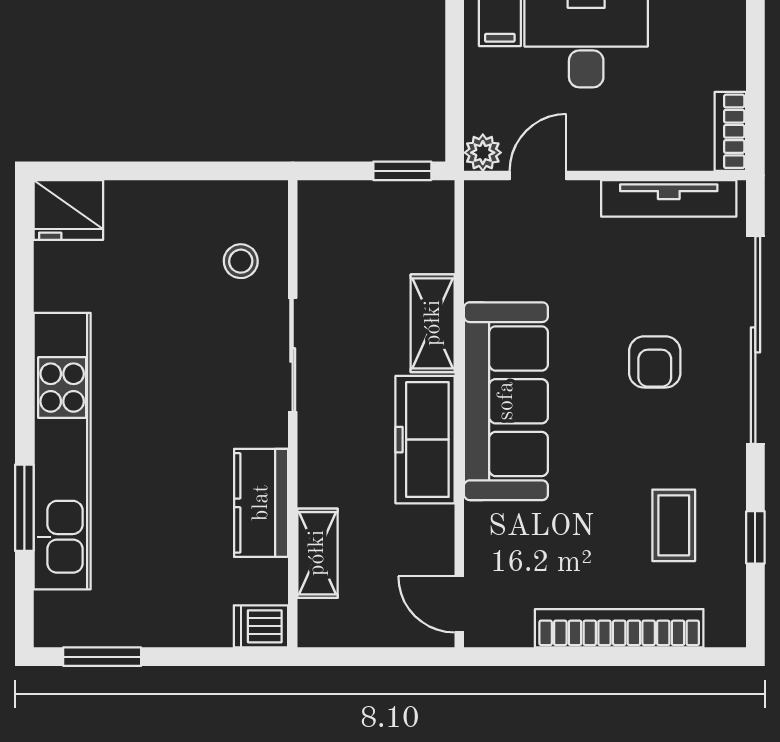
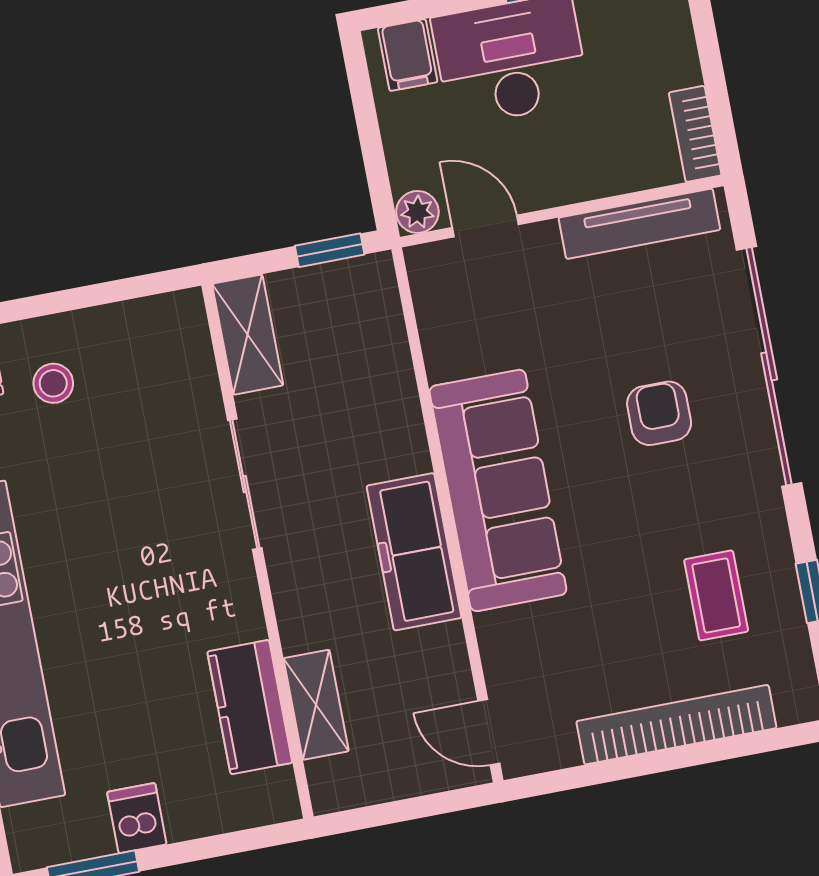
door: (538, 175) -> (485, 226), hinge flipped
stool: (241, 261) -> (53, 383), moved
shelving: (433, 323) -> (248, 335), moved
armchair: (655, 362) -> (659, 413), turned 180
kitchen counter: (261, 503) -> (250, 707), moved
dishwasher: (261, 626) -> (137, 818), moved, turned 90

